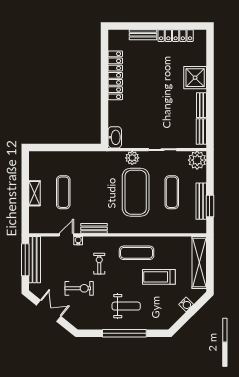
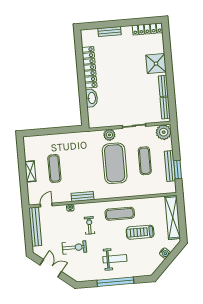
locker: (176, 36) -> (147, 29), moved
washbasin: (115, 137) -> (92, 98), moved
door: (66, 235) -> (46, 205), moved
window: (25, 260) -> (27, 228), removed

